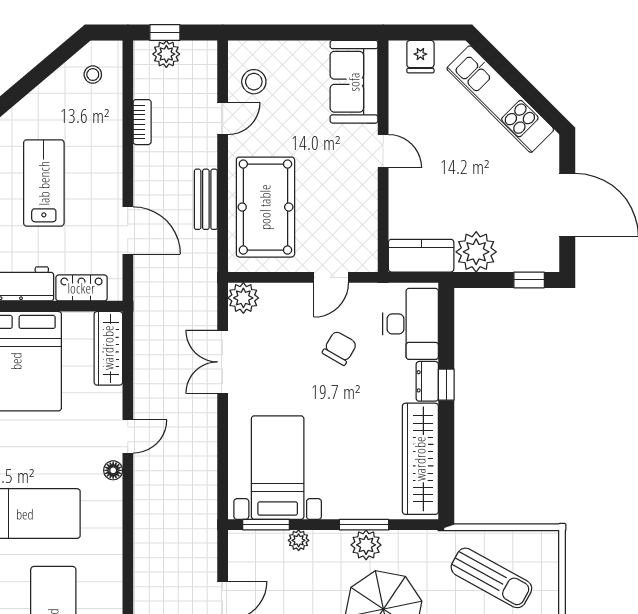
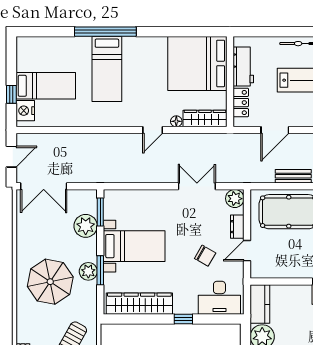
door: (331, 277) -> (247, 251), hinge flipped
dresser: (427, 381) -> (237, 227), moved, turned -90
door: (128, 436) -> (153, 130), hinge flipped
bed with nightstands: (278, 468) -> (134, 246), moved
floor lamp: (113, 470) -> (176, 121), moved
plant: (299, 540) -> (86, 226), width x1.88, depth x1.88

